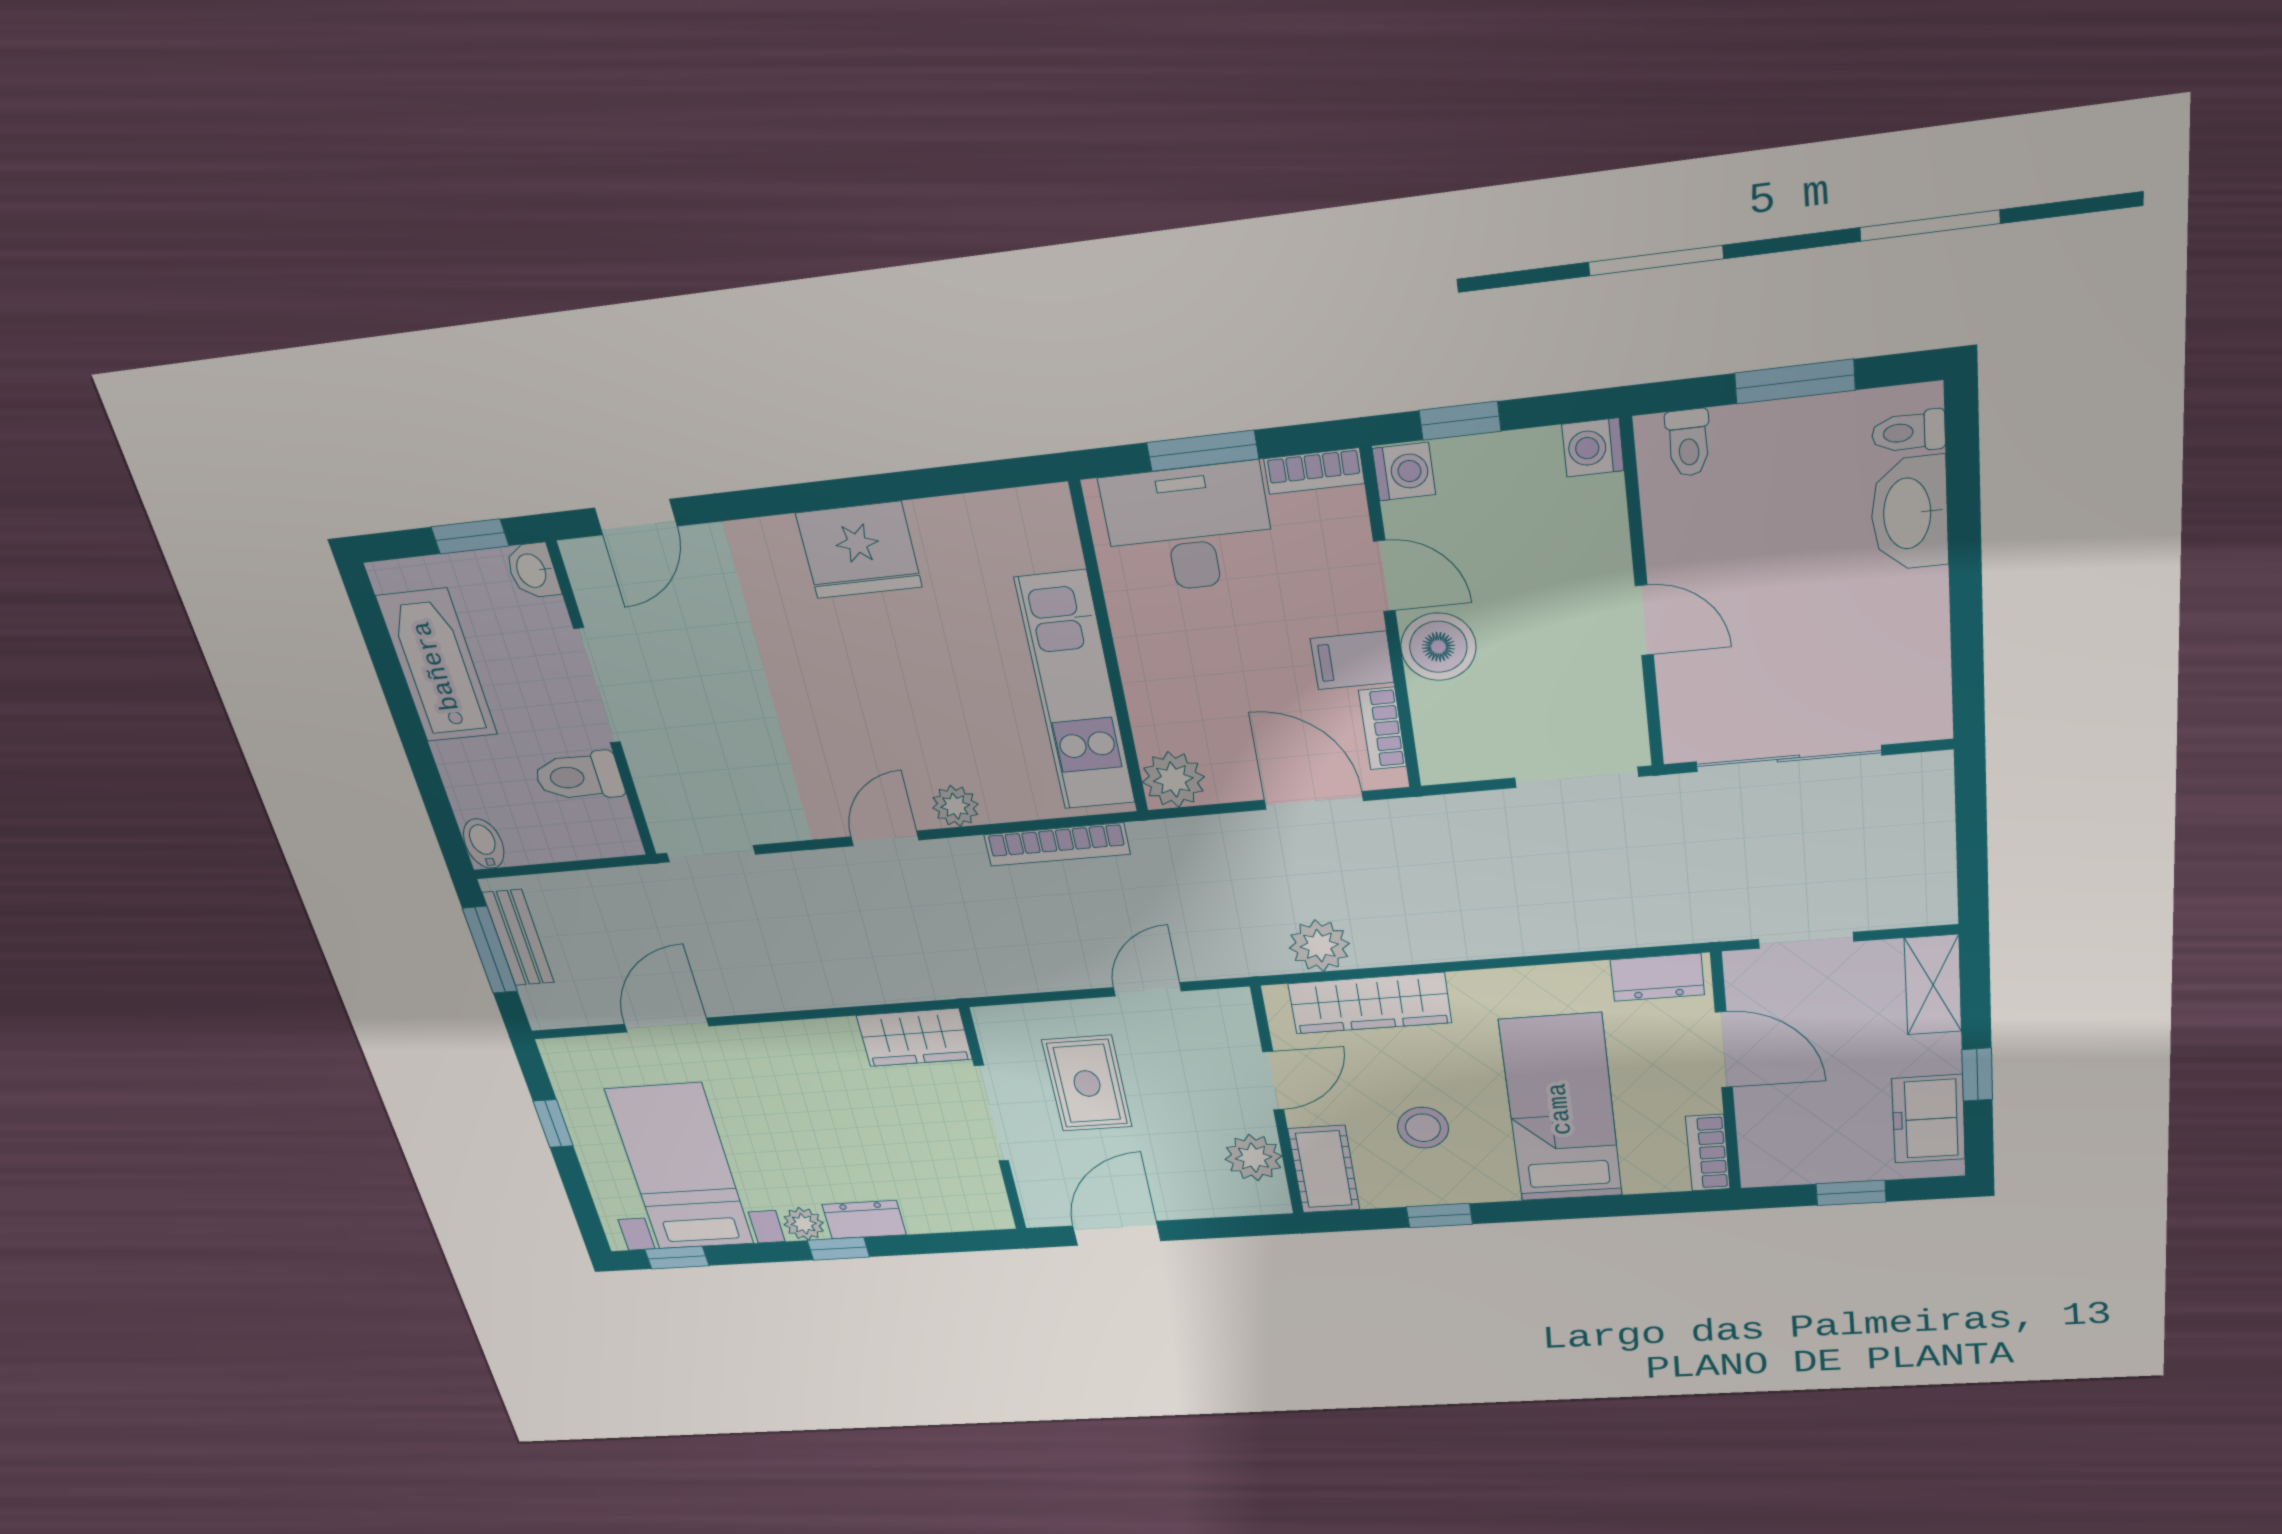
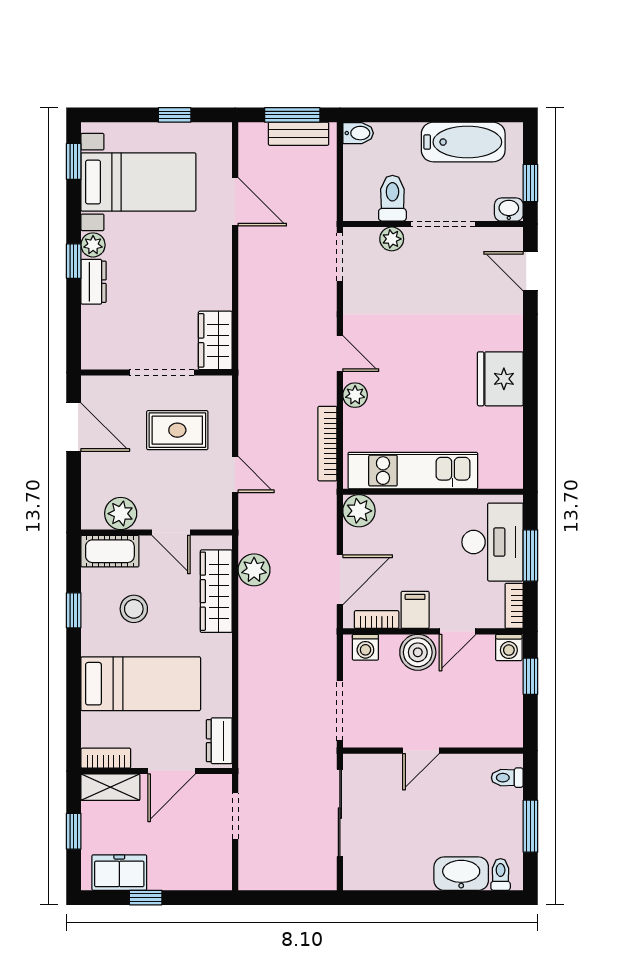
washing machine: (1593, 447) -> (365, 647), moved, turned 180
plant: (652, 771) -> (392, 239), added
shelving: (1933, 985) -> (110, 787), moved

